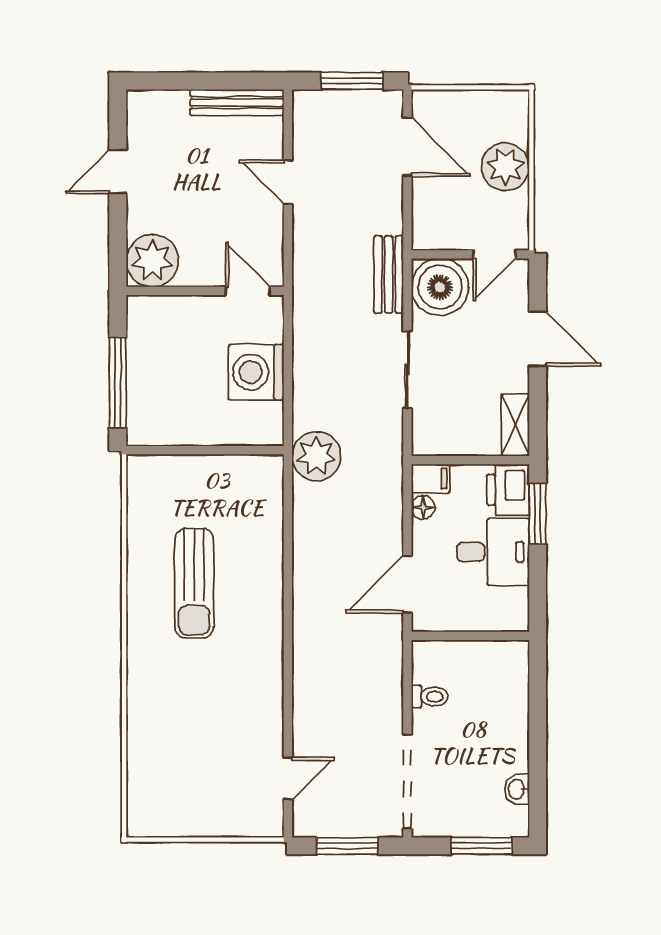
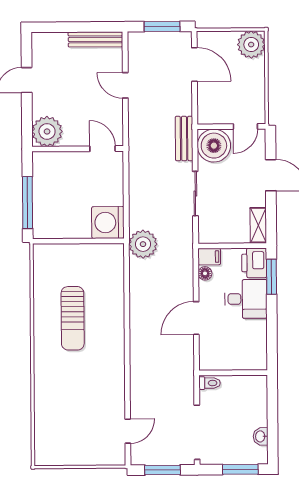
plant: (505, 167) -> (251, 45), moved
washing machine: (256, 372) -> (108, 222), moved
wall: (470, 636) -> (233, 373), moved

